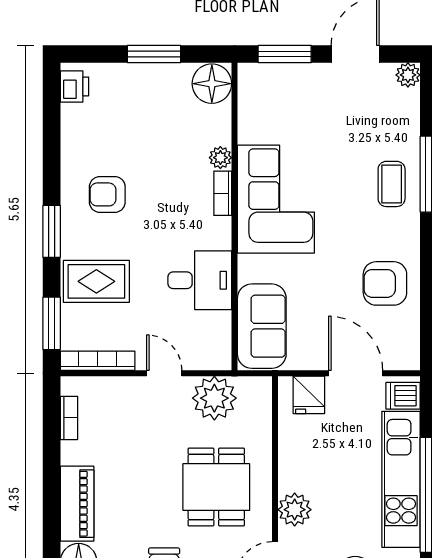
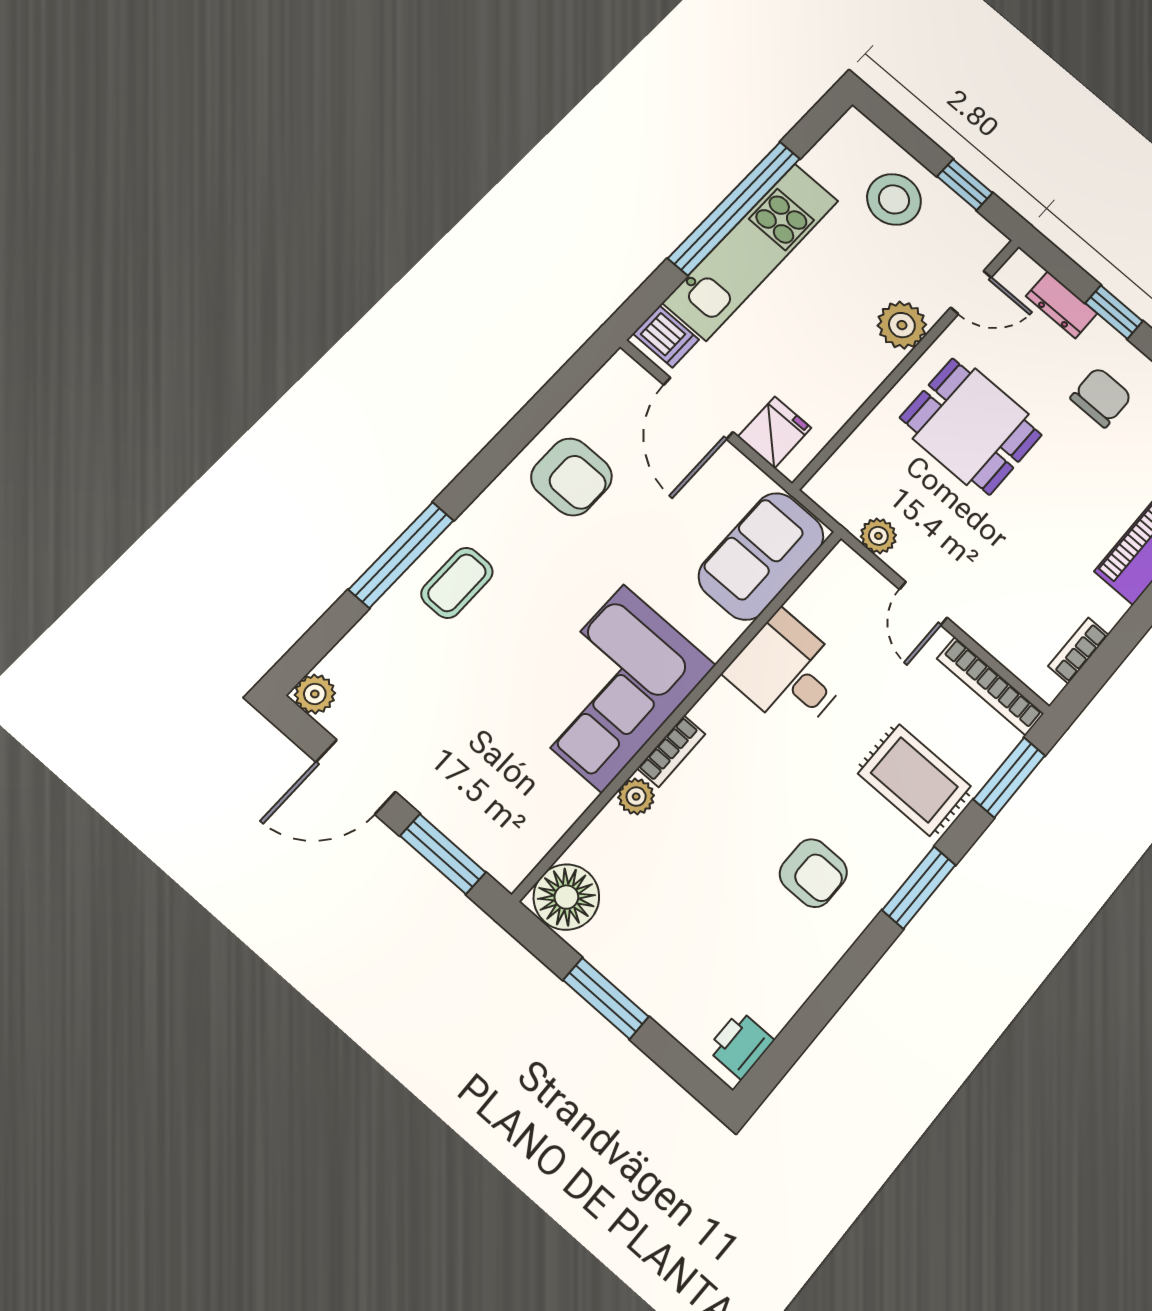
plant: (214, 398) -> (878, 536), width x0.53, depth x0.53
dining table: (216, 487) -> (971, 426), turned 90

